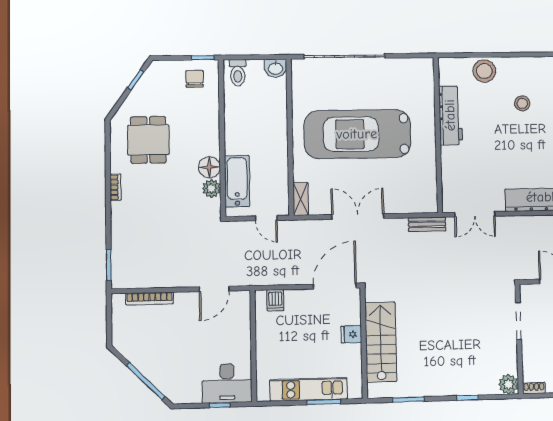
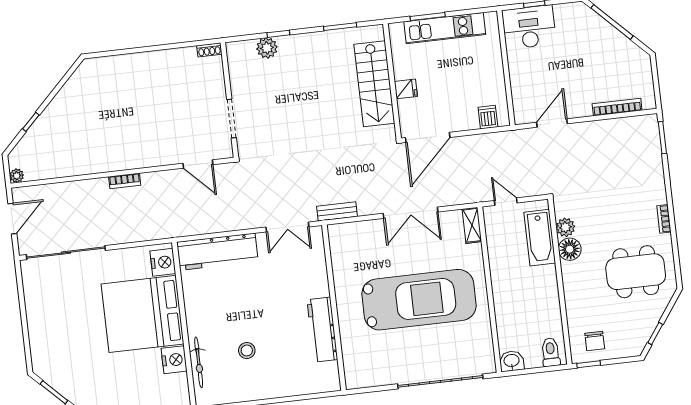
stool: (484, 71) -> (290, 381), removed
dining table: (148, 140) -> (636, 272), width x1.37
double door: (475, 214) -> (287, 227), swing flipped
plant: (508, 384) -> (267, 48), moved

